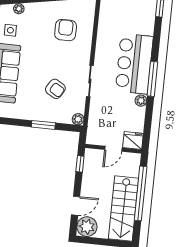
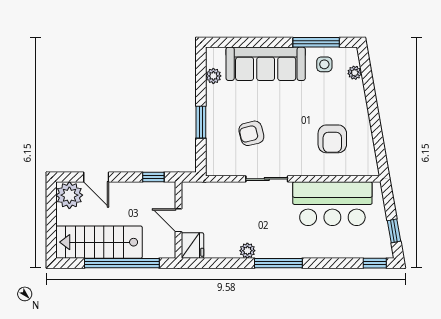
armchair: (66, 30) -> (332, 139), turned 90
bar counter: (134, 64) -> (332, 204), moved, turned 180
armchair: (55, 89) -> (251, 133), turned 45
plant: (78, 119) -> (213, 76), moved

